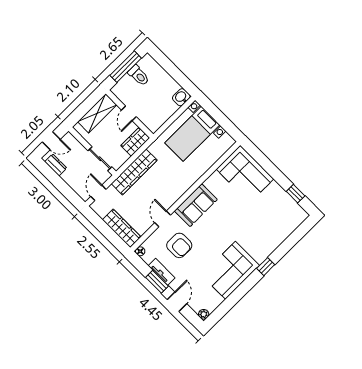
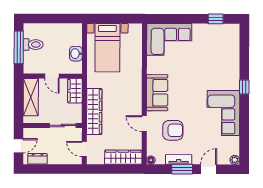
washbasin: (181, 97) -> (76, 54), moved
door: (177, 302) -> (209, 169), hinge flipped

